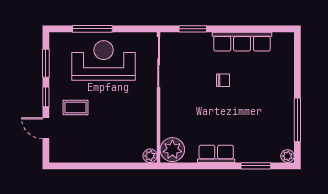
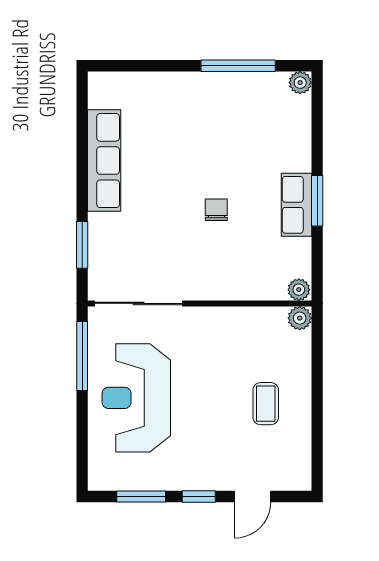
window: (92, 29) -> (82, 356), moved
chair: (223, 80) -> (216, 210), moved
coffee table: (76, 108) -> (266, 404), moved
plant: (172, 150) -> (299, 290), width x0.53, depth x0.53
window: (256, 166) -> (317, 201), moved

